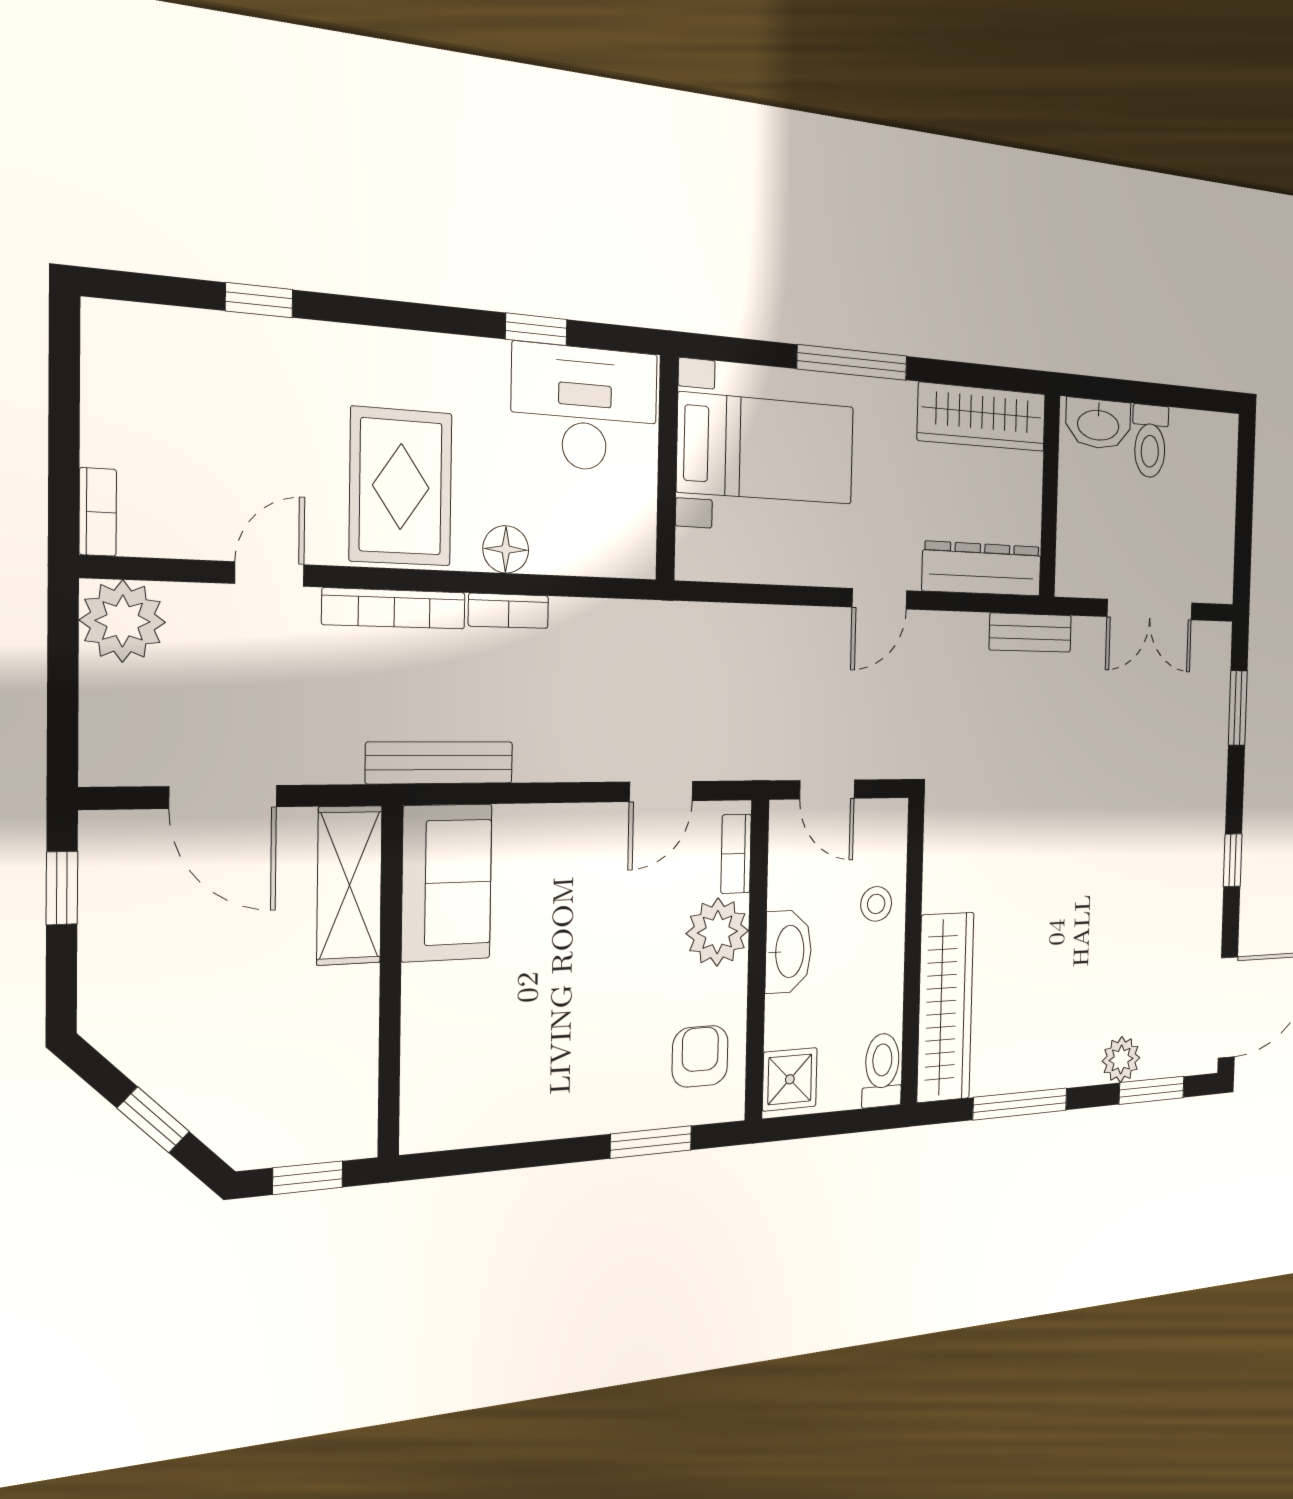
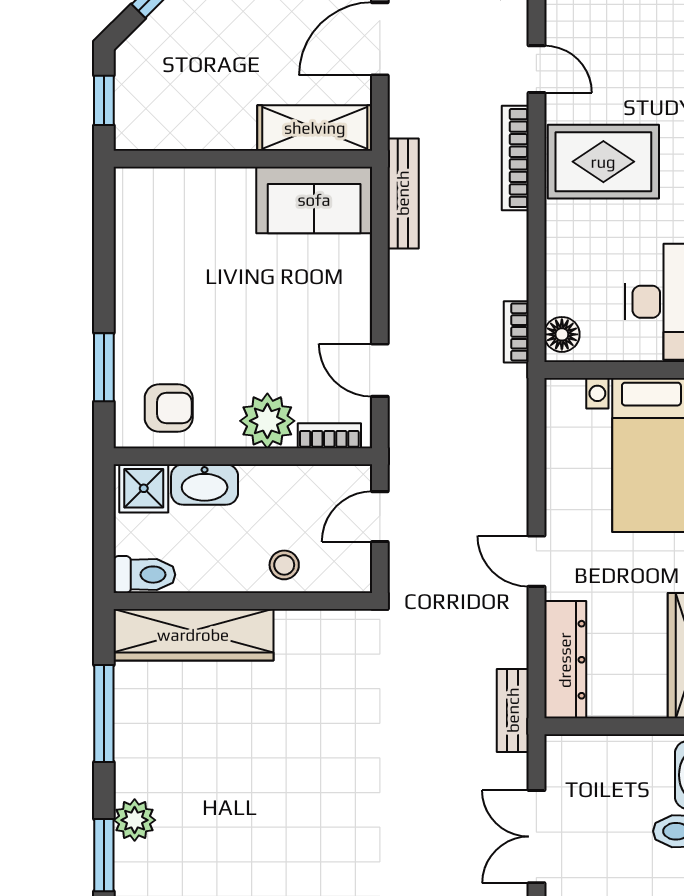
floor lamp: (506, 549) -> (562, 334), moved
bookcase: (509, 611) -> (516, 332), moved
washbasin: (788, 952) -> (205, 484), moved

